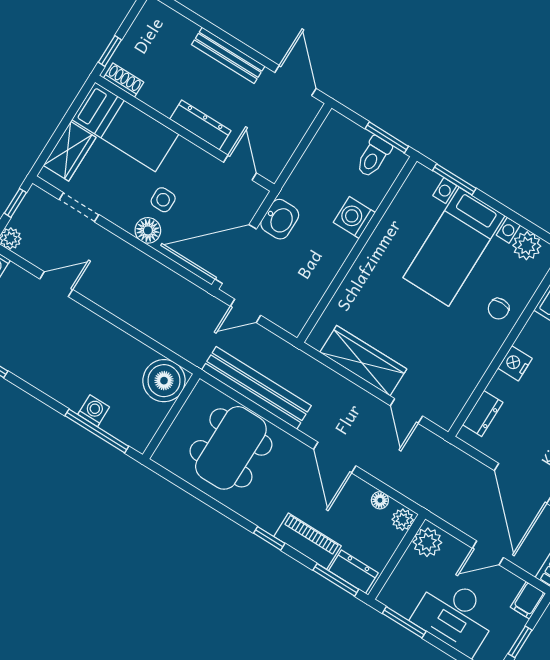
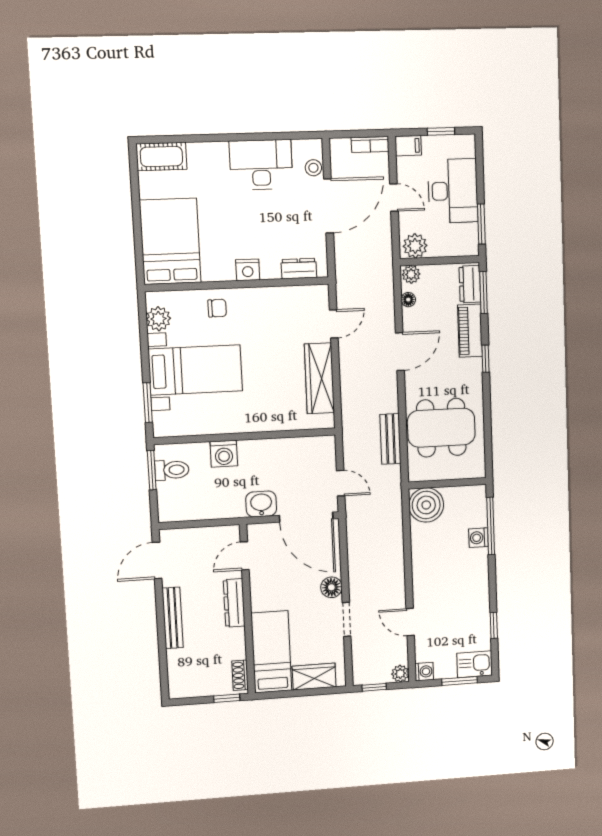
side table: (163, 200) -> (303, 592), removed
doorway: (79, 207) -> (347, 619), moved
bench: (256, 388) -> (390, 439), width x0.54, depth x0.82

